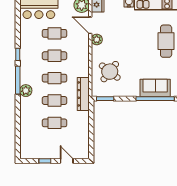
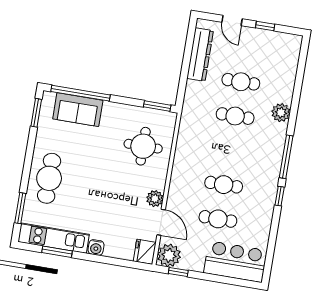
round table: (110, 72) -> (143, 146), turned -38
cafe table: (55, 78) -> (229, 150), removed
plant: (26, 91) -> (281, 113), moved
dresser: (83, 94) -> (200, 54), moved

